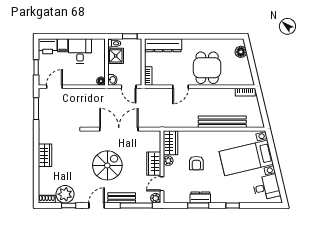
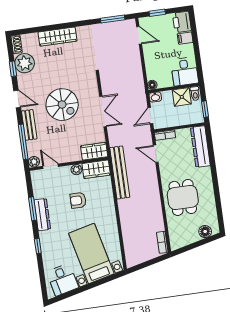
desk: (80, 51) -> (185, 71), moved, turned 90
dining table: (207, 68) -> (183, 197), turned 90
door: (180, 87) -> (156, 154), moved
bench: (222, 122) -> (120, 172), moved
double door: (119, 129) -> (103, 111), width x0.73
wardrobe: (45, 155) -> (57, 37), width x1.50
wardrobe: (154, 164) -> (94, 151), moved
dresser: (200, 197) -> (42, 215), width x1.44

